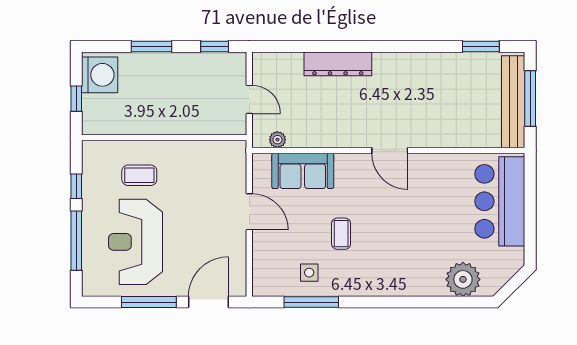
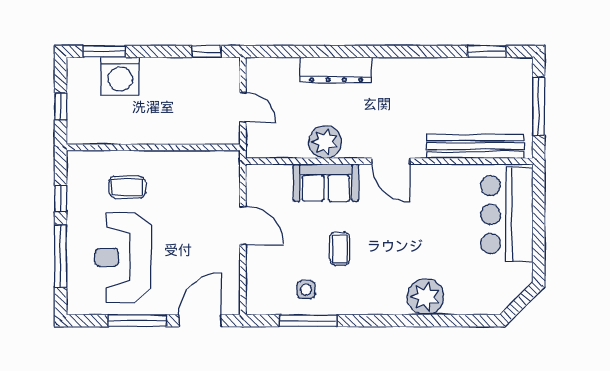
window: (152, 46) -> (104, 51), moved
washing machine: (100, 75) -> (120, 76), moved, turned 90
bench: (513, 102) -> (475, 146), moved, turned 90
plant: (277, 140) -> (325, 142), moved, width x1.88, depth x1.88
sofa: (303, 171) -> (326, 183), moved
plant: (463, 279) -> (426, 297), moved

